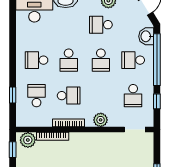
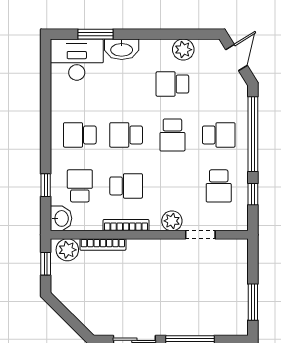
washbasin: (146, 36) -> (61, 218), moved, turned 180
school desk: (69, 60) -> (126, 135), turned 90
school desk: (133, 60) -> (219, 135), turned 180
doorway: (135, 130) -> (200, 235), moved

